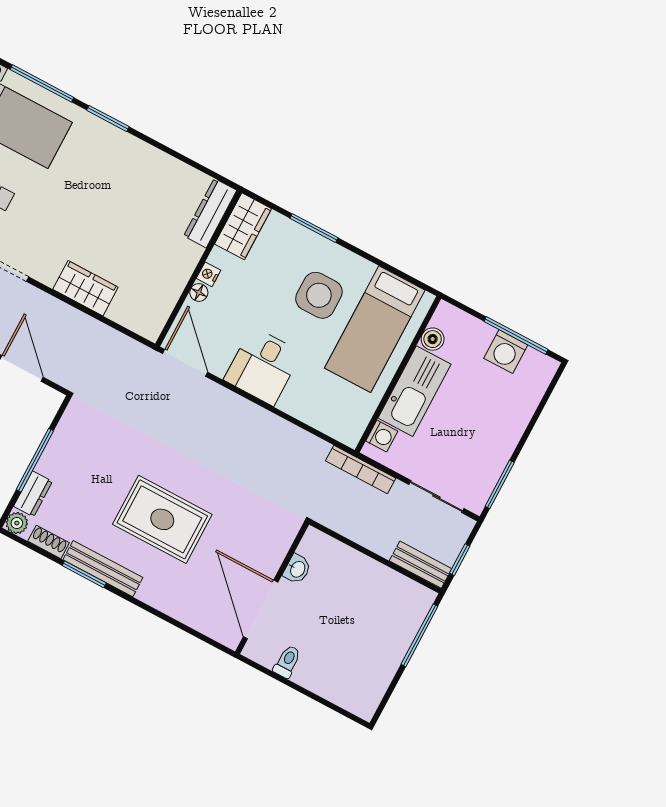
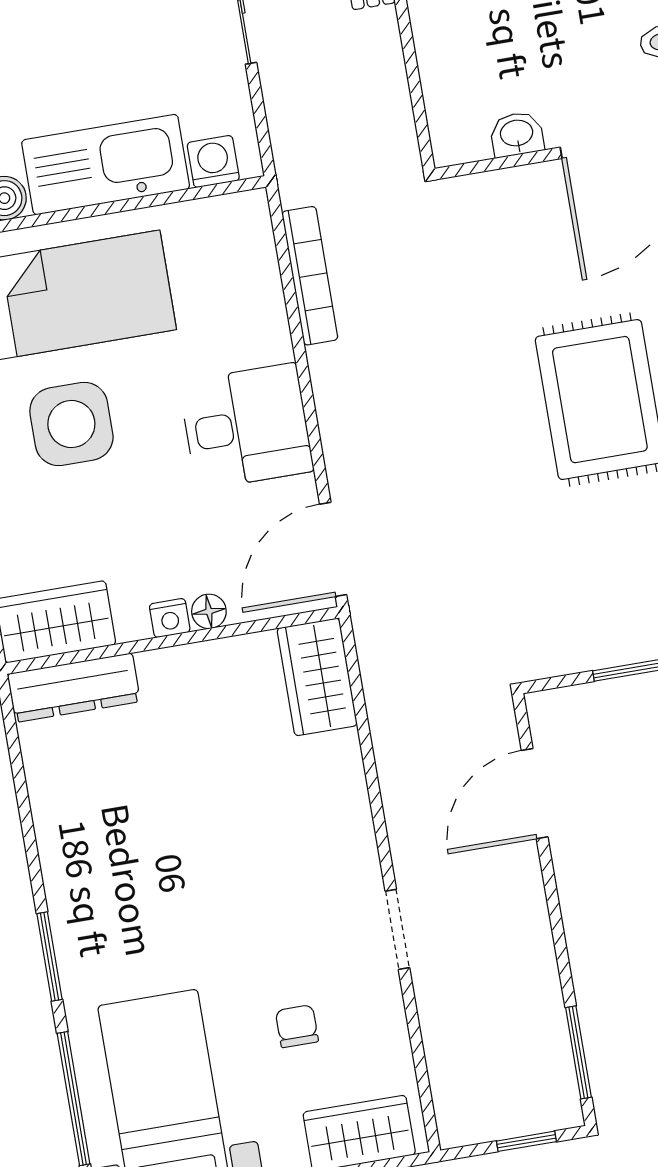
wardrobe: (85, 288) -> (317, 677), moved
bookcase: (361, 470) -> (310, 276), moved

